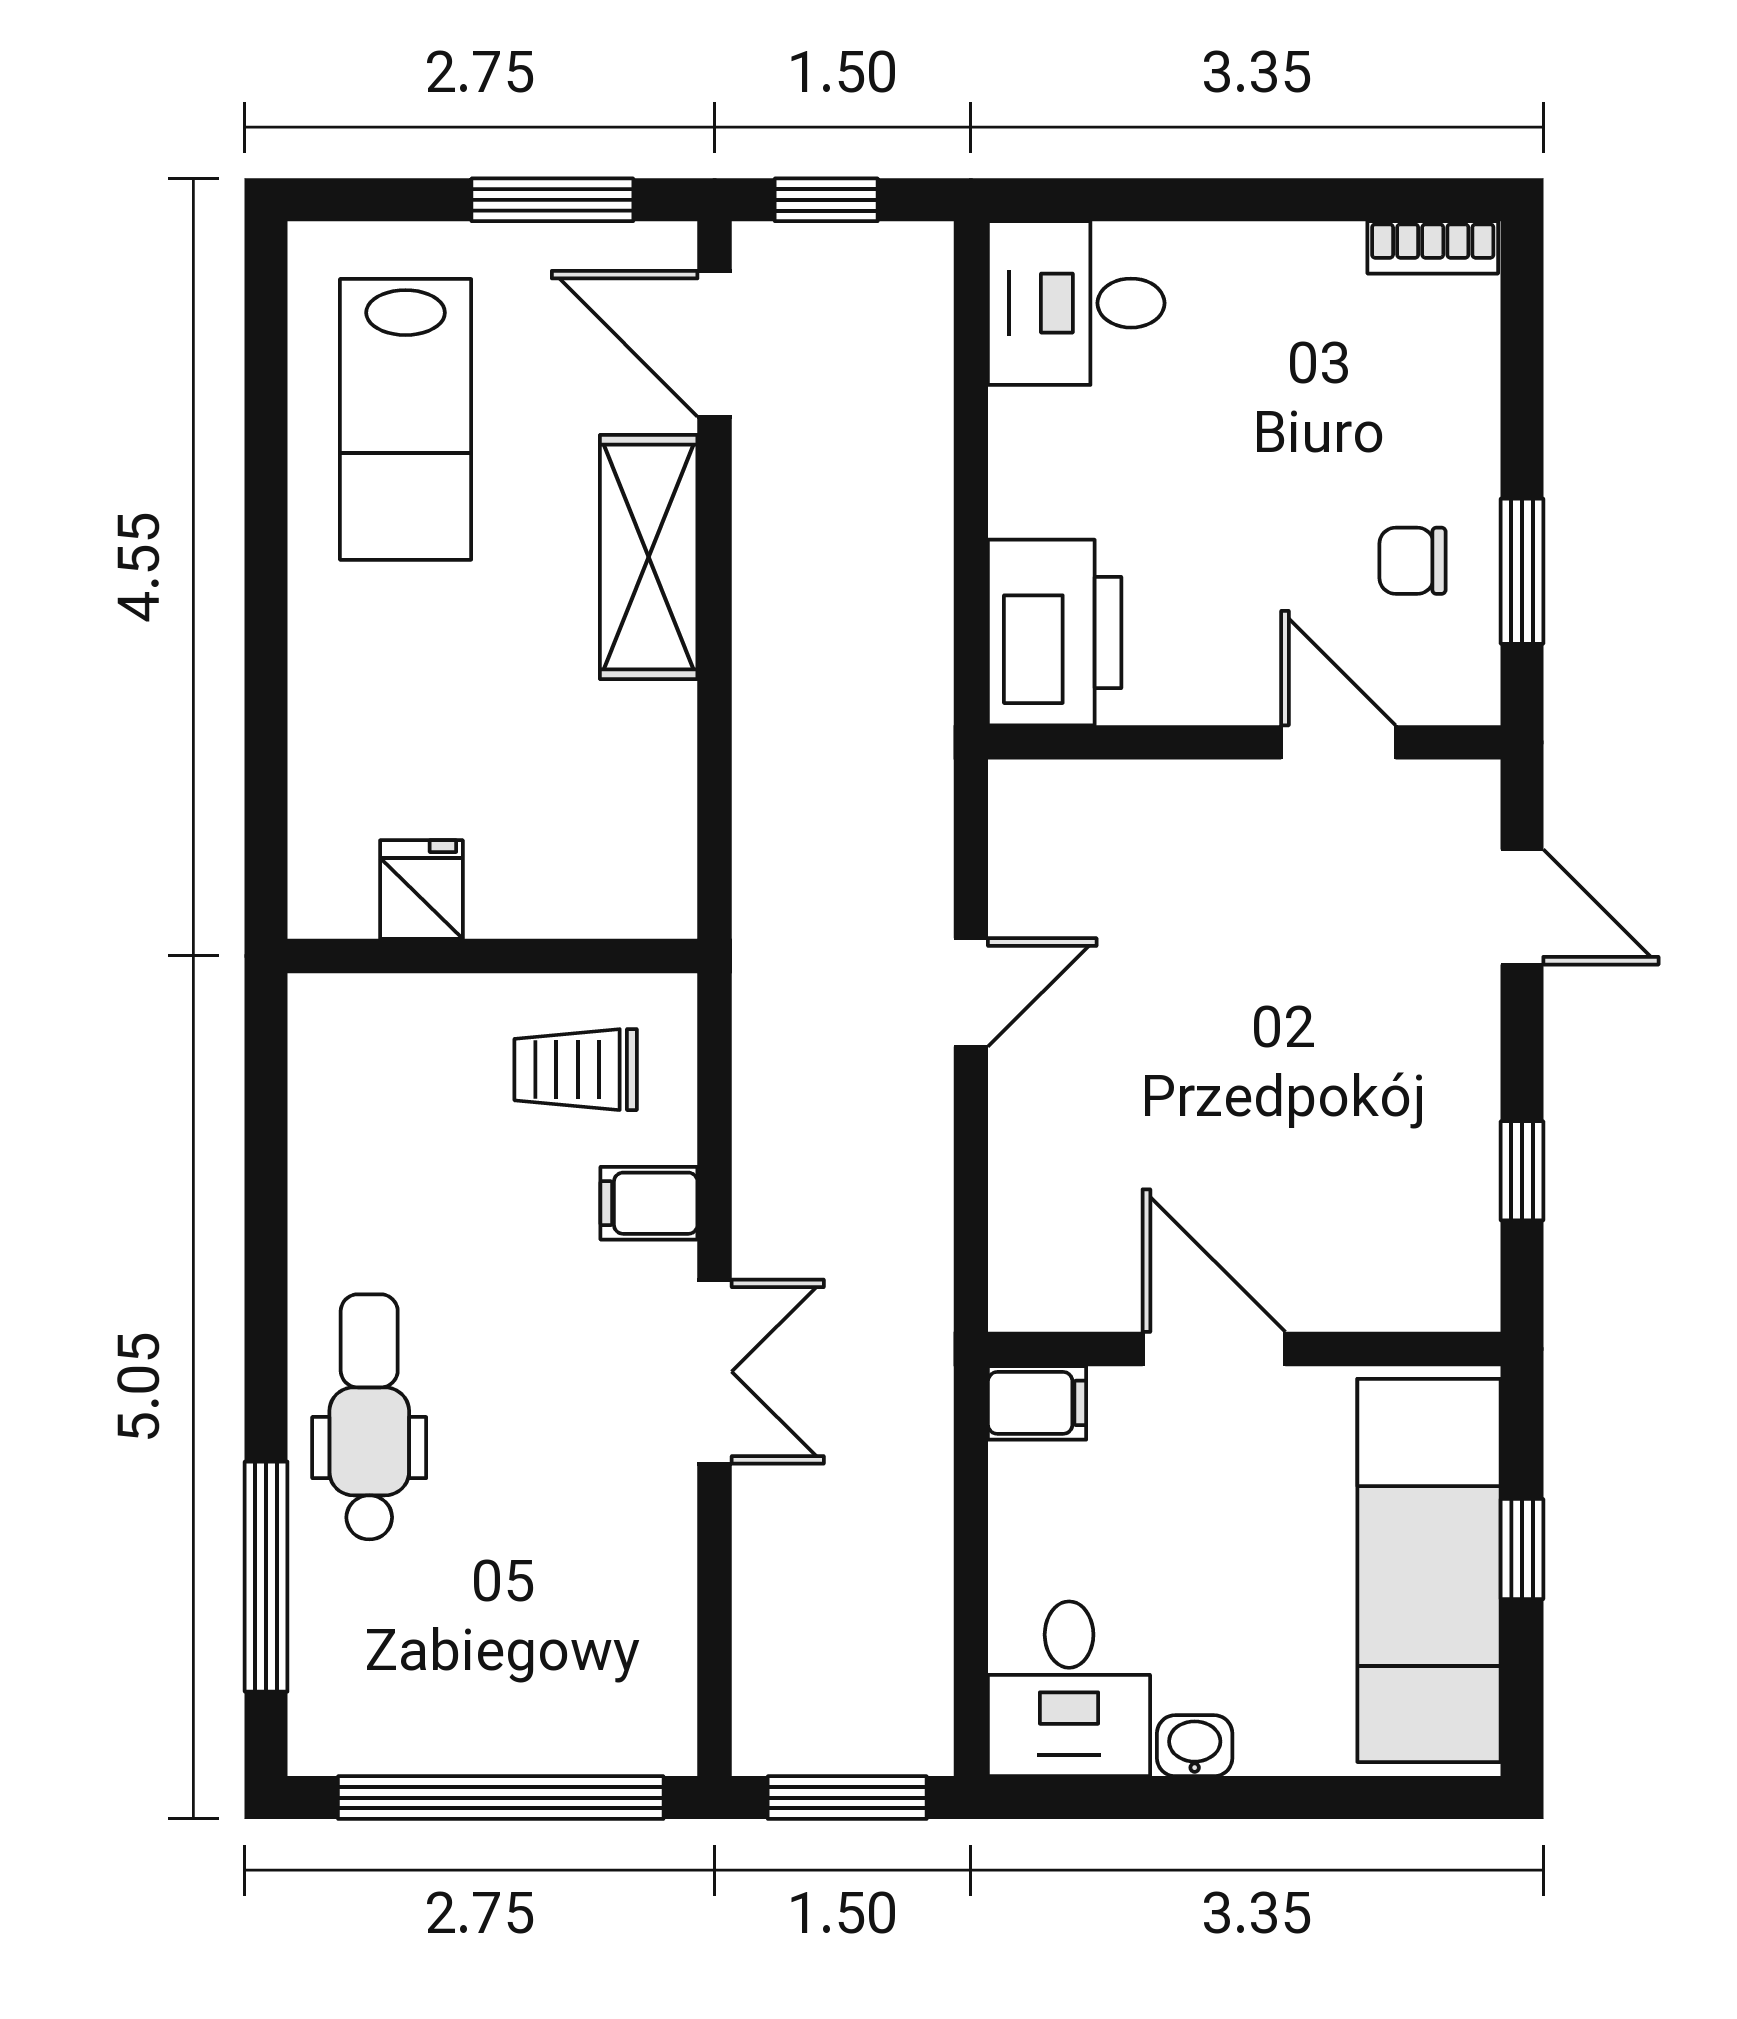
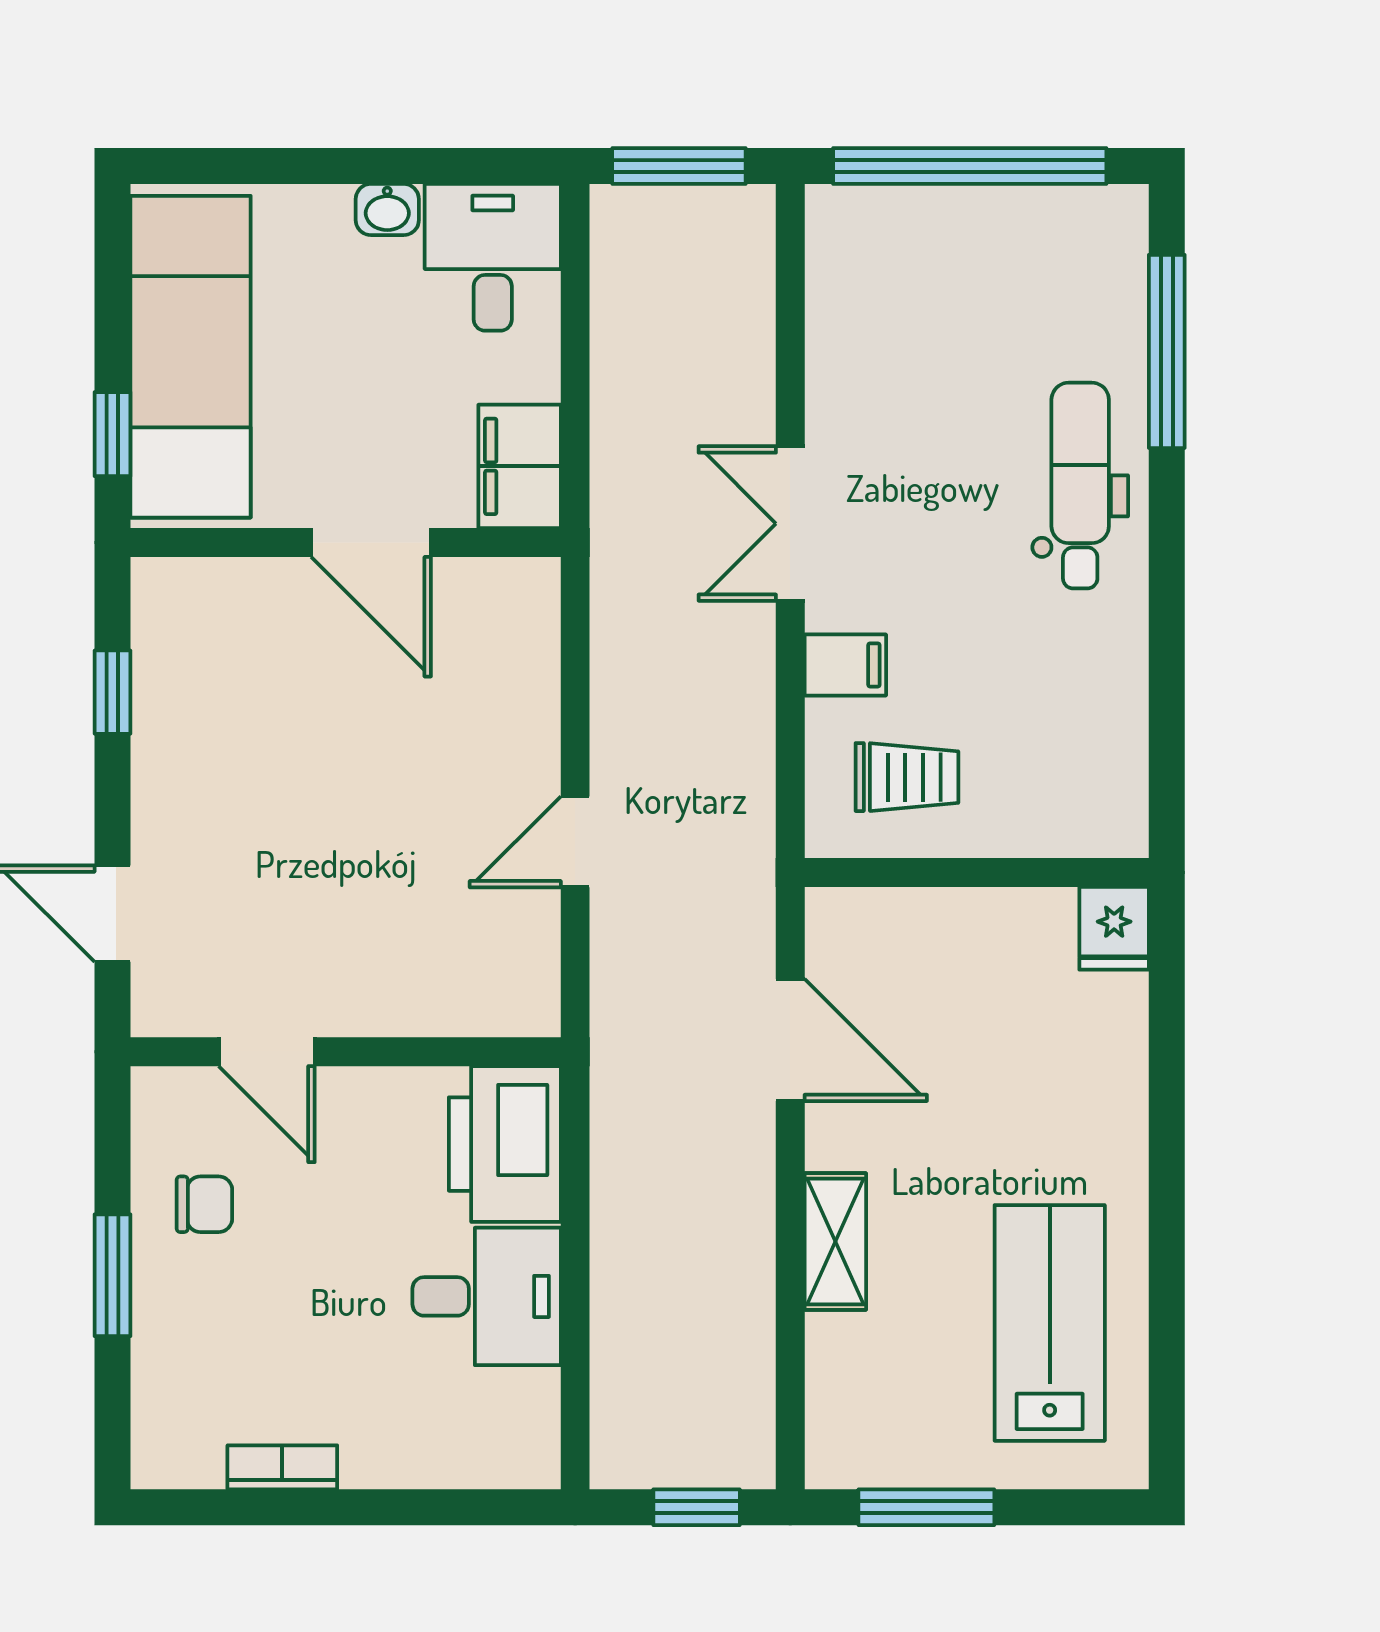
bookcase: (1433, 247) -> (282, 1467), moved
desk: (1076, 303) -> (487, 1296), moved
door: (715, 344) -> (790, 1040), moved
shelving: (649, 557) -> (835, 1242), width x0.67, depth x0.75
window: (1522, 571) -> (112, 1275), moved
fridge: (421, 890) -> (1114, 928), moved
filing cabinet: (1037, 1403) -> (520, 466), width x2.00
dental chair: (369, 1417) -> (1080, 486), turned 180
window: (1522, 1549) -> (112, 434), moved

